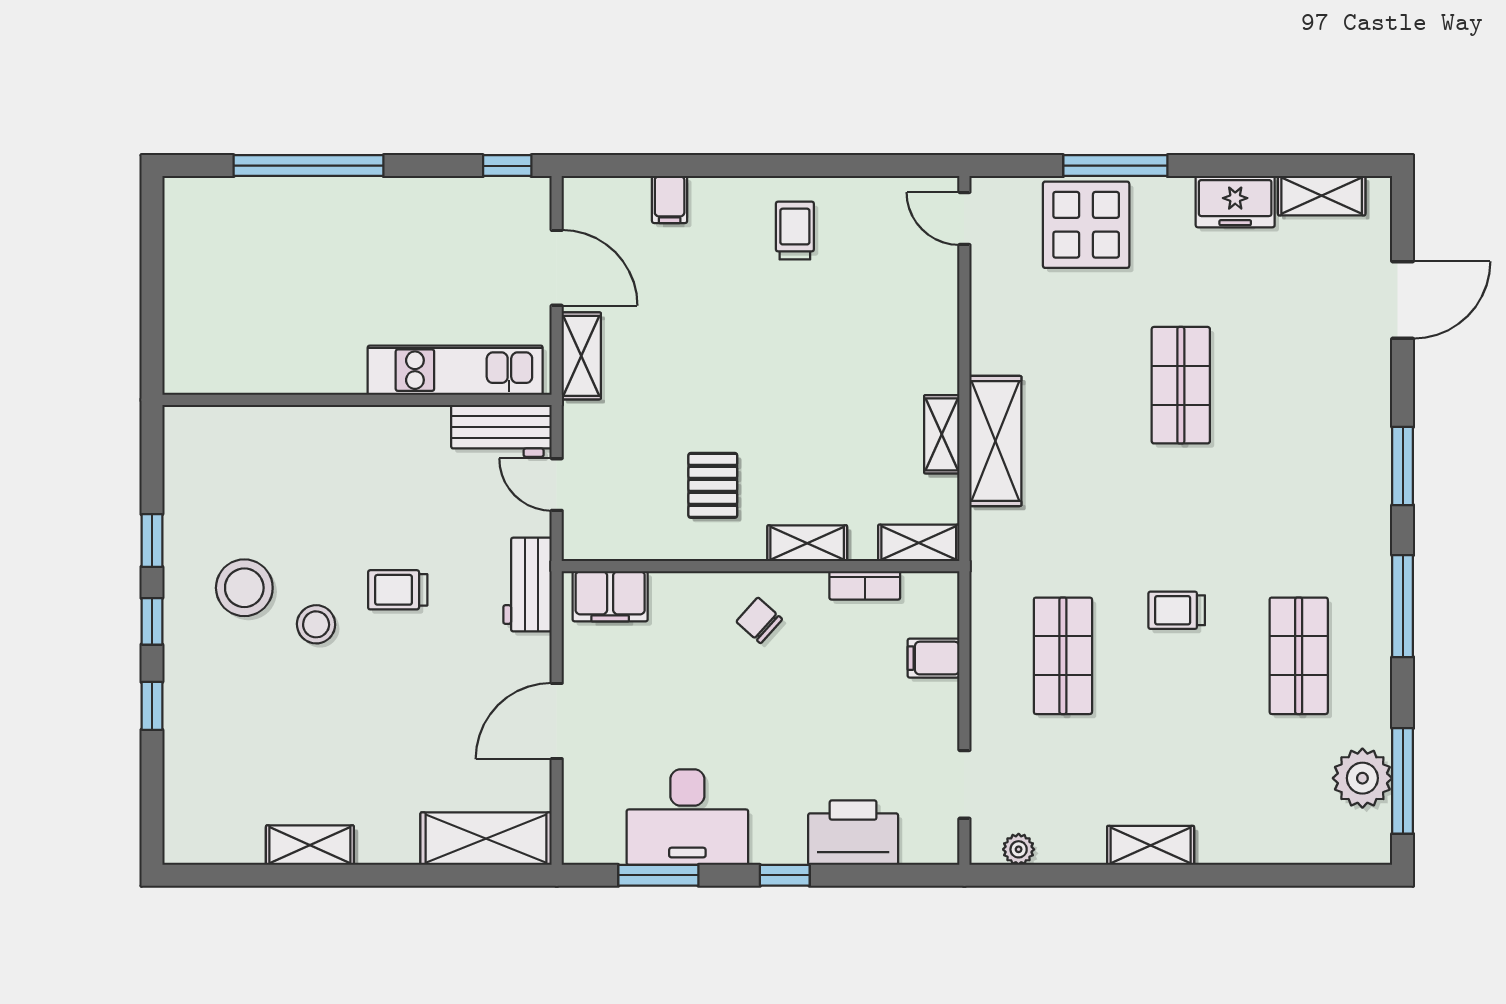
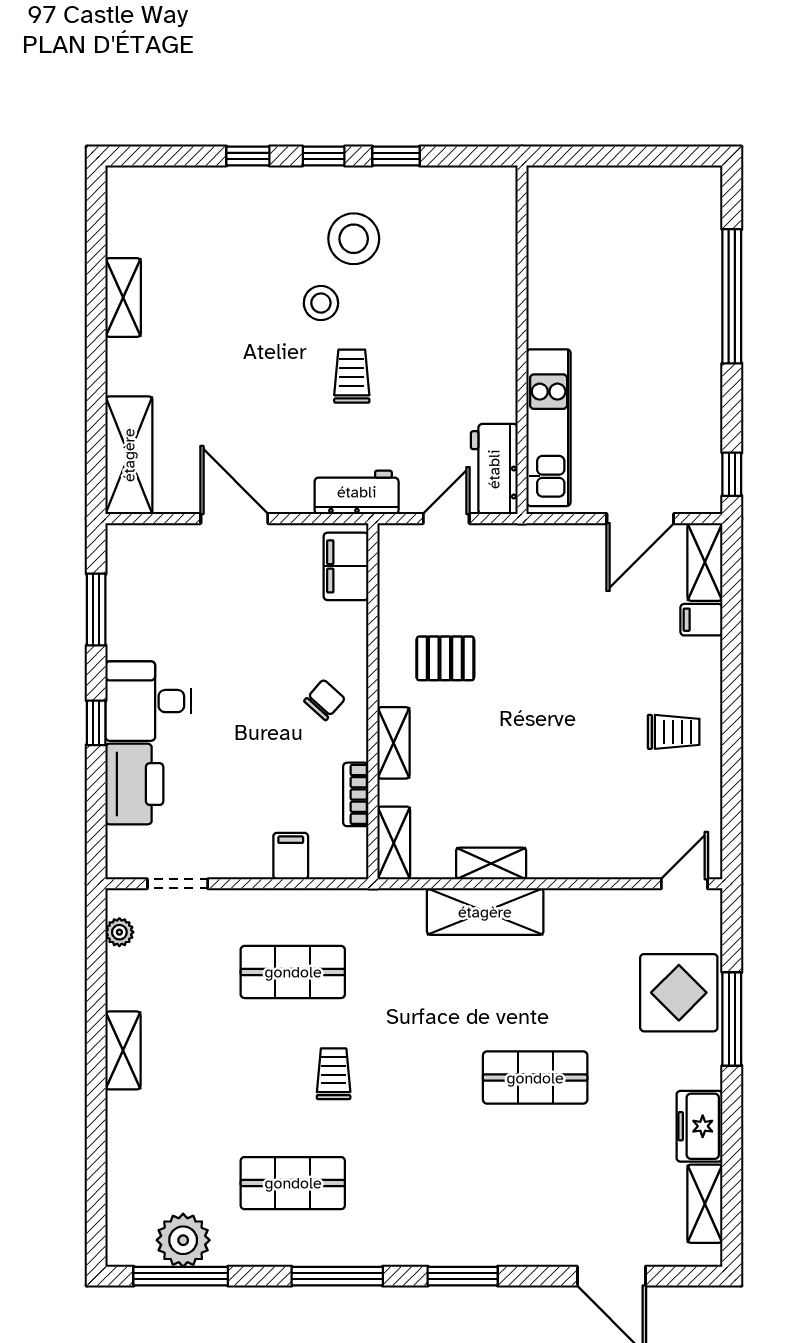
shelving: (581, 356) -> (705, 562), moved, turned 90
desk: (687, 817) -> (148, 701), moved, width x0.73

